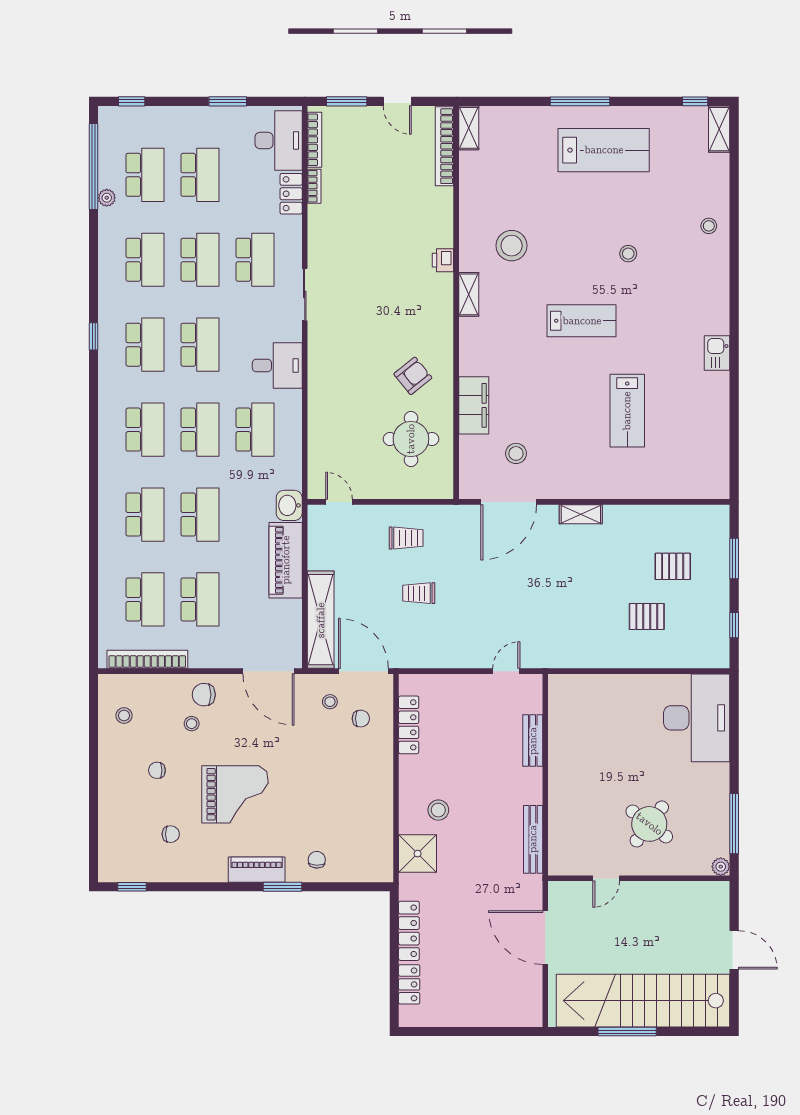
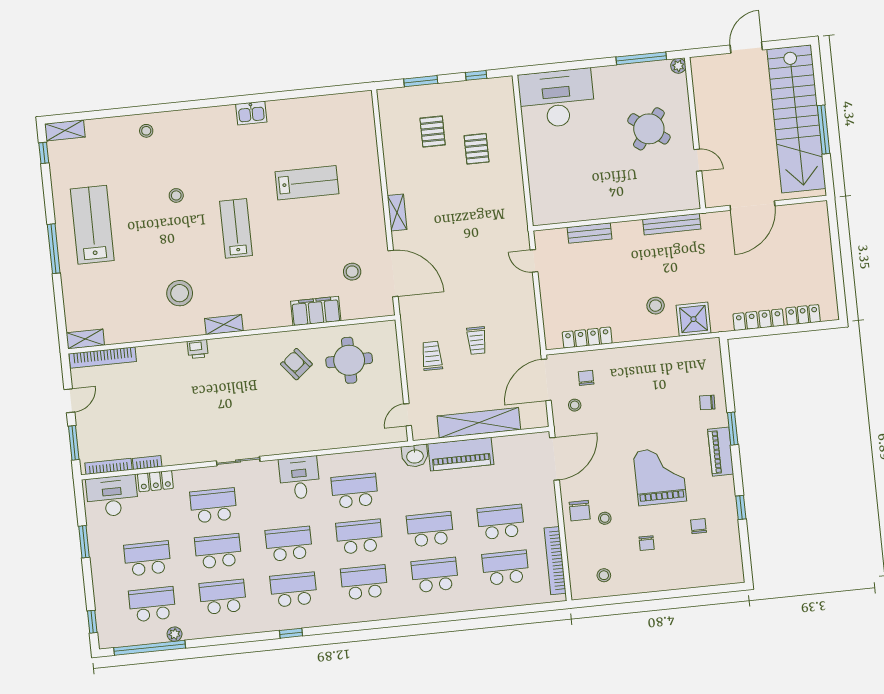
shelving: (321, 620) -> (479, 423), moved
window: (132, 887) -> (741, 508), moved

